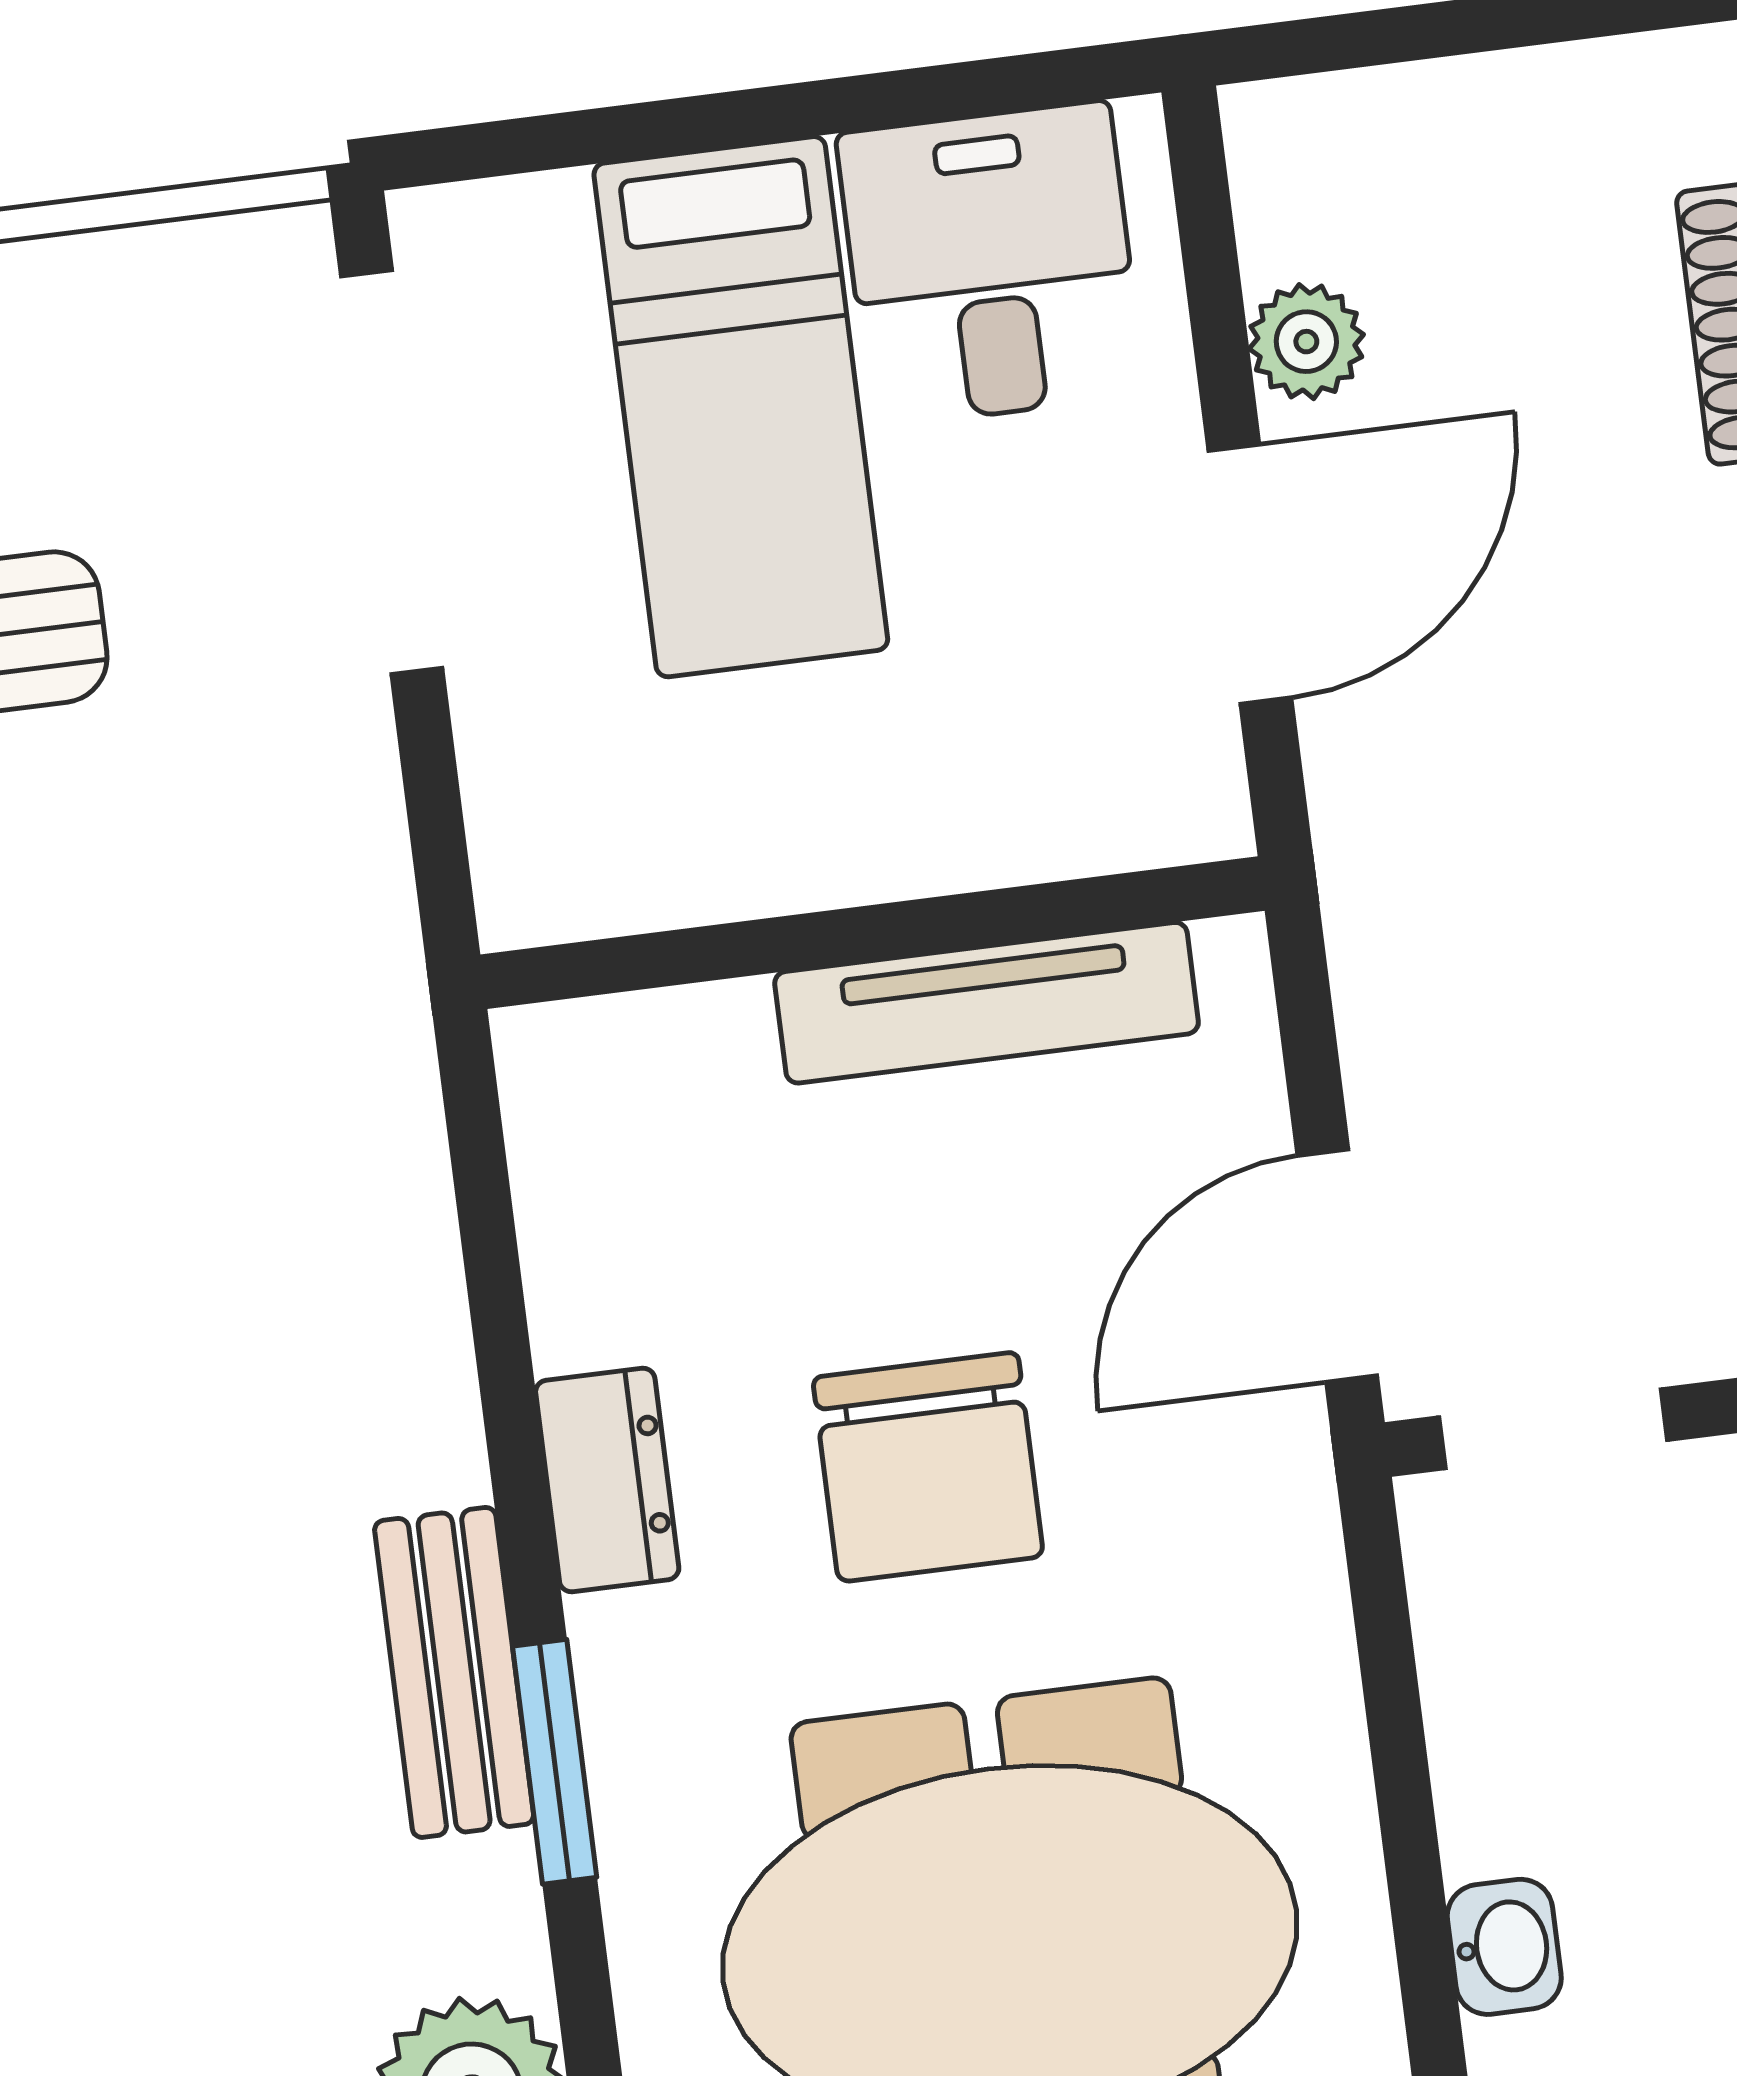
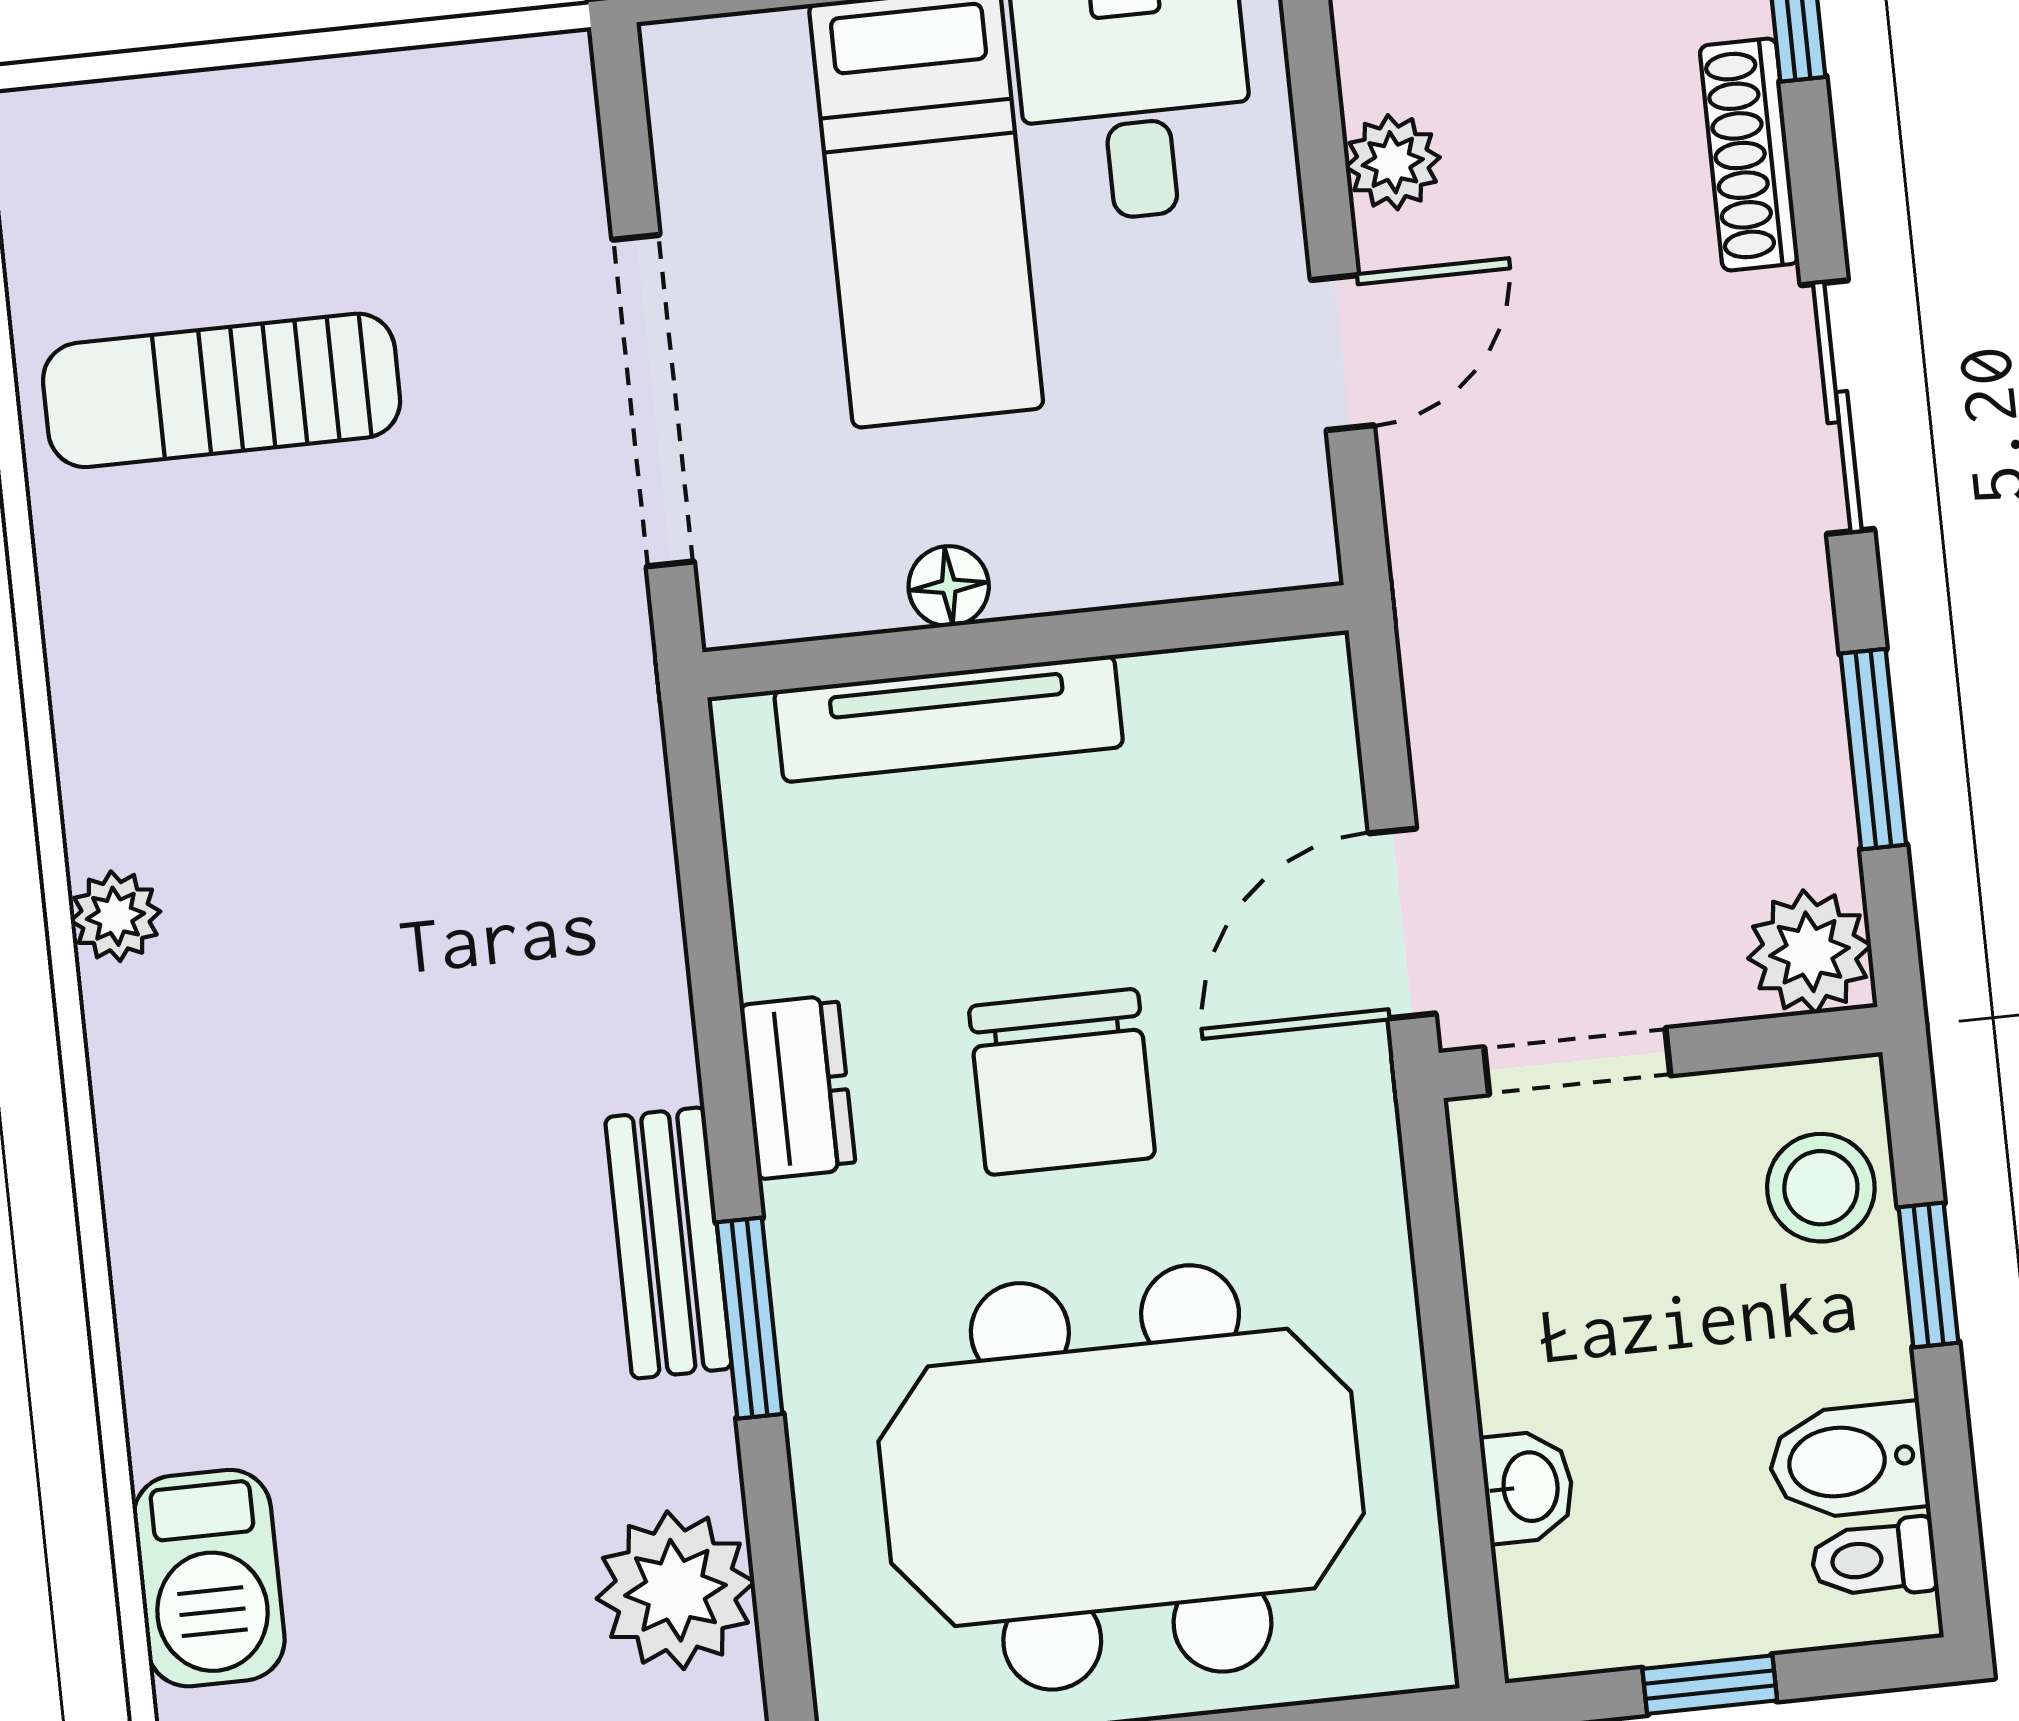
doorway: (392, 472) -> (653, 401), moved
door: (1250, 574) -> (1342, 353), width x0.73
floor lamp: (778, 868) -> (949, 586), added
tv unit: (987, 1003) -> (949, 719), moved

